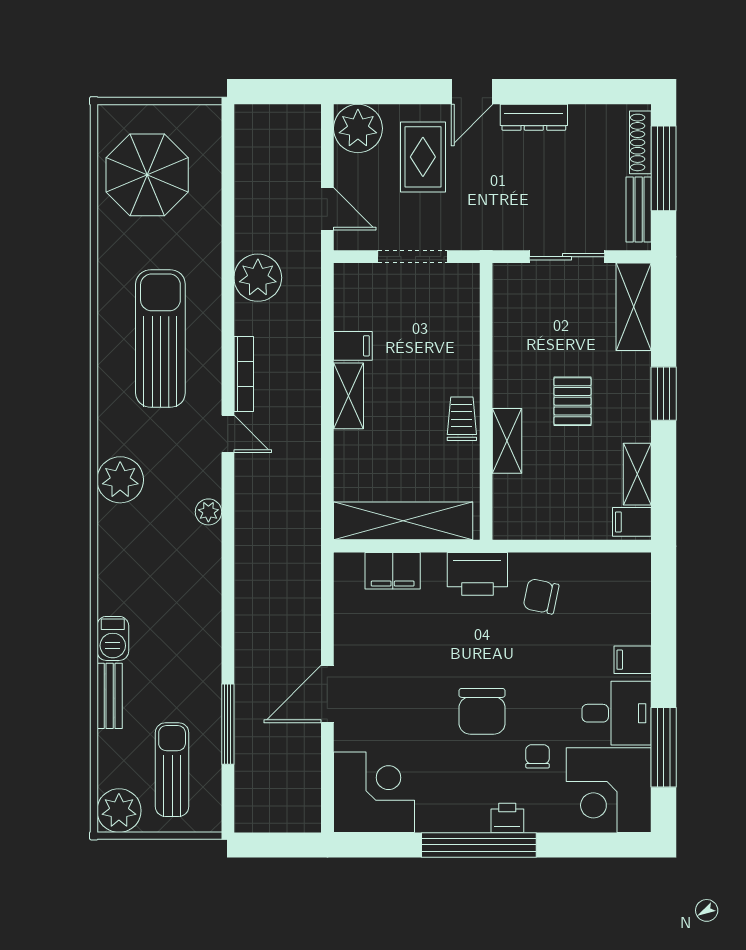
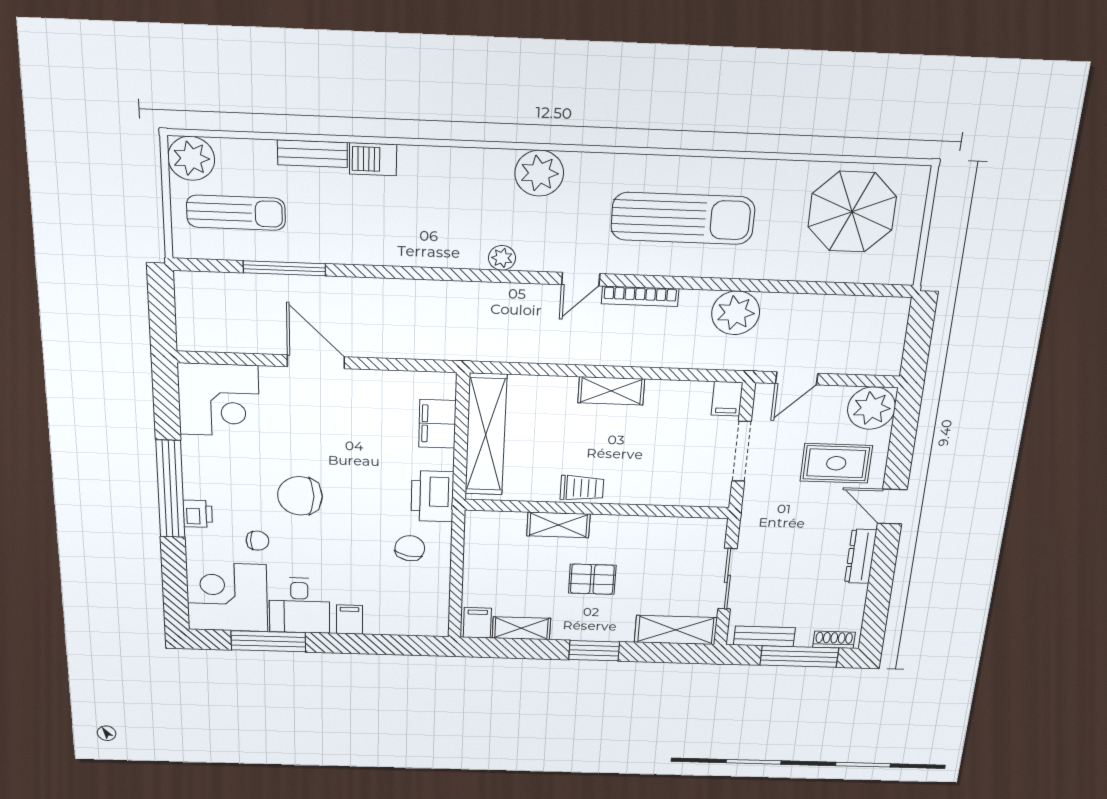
shoe rack: (640, 142) -> (834, 640), width x0.70
filing cabinet: (353, 346) -> (727, 399), moved

